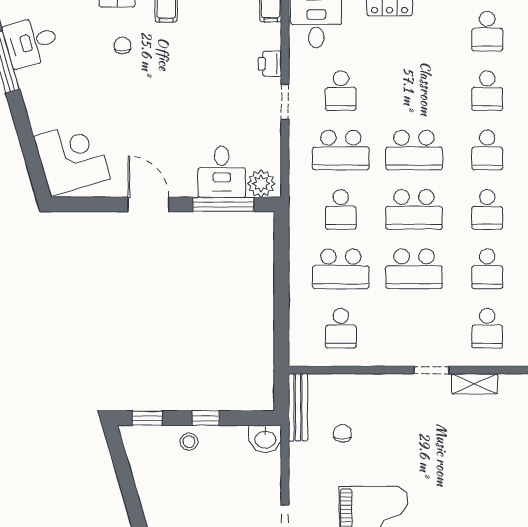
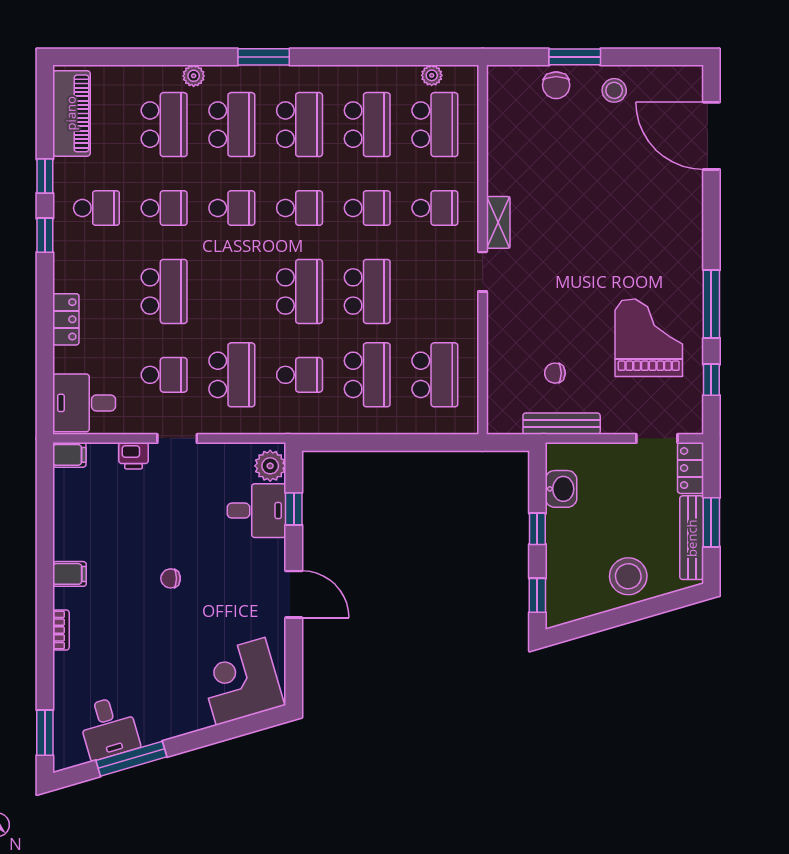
chair: (122, 46) -> (171, 578), moved
school desk: (414, 150) -> (164, 291), moved
door: (148, 204) -> (294, 594), swing flipped
window: (223, 204) -> (294, 509), width x0.46
school desk: (341, 328) -> (435, 375), width x1.85
bench: (298, 407) -> (562, 424), moved
washbasin: (265, 439) -> (561, 489), moved
stool: (189, 442) -> (628, 576), moved, width x1.89, depth x1.89

